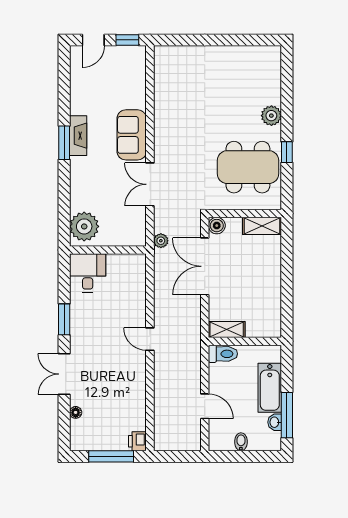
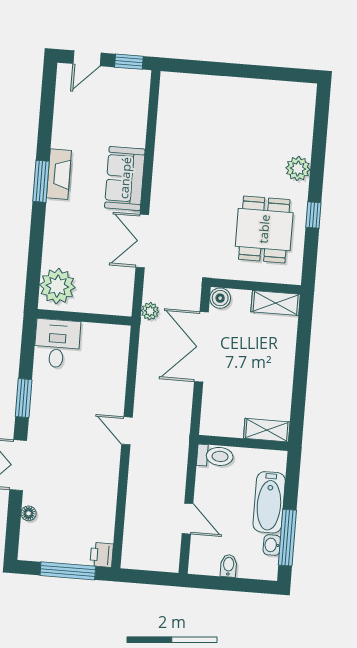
dining table: (248, 167) -> (264, 229), width x0.73
shelving: (227, 329) -> (267, 430), moved

